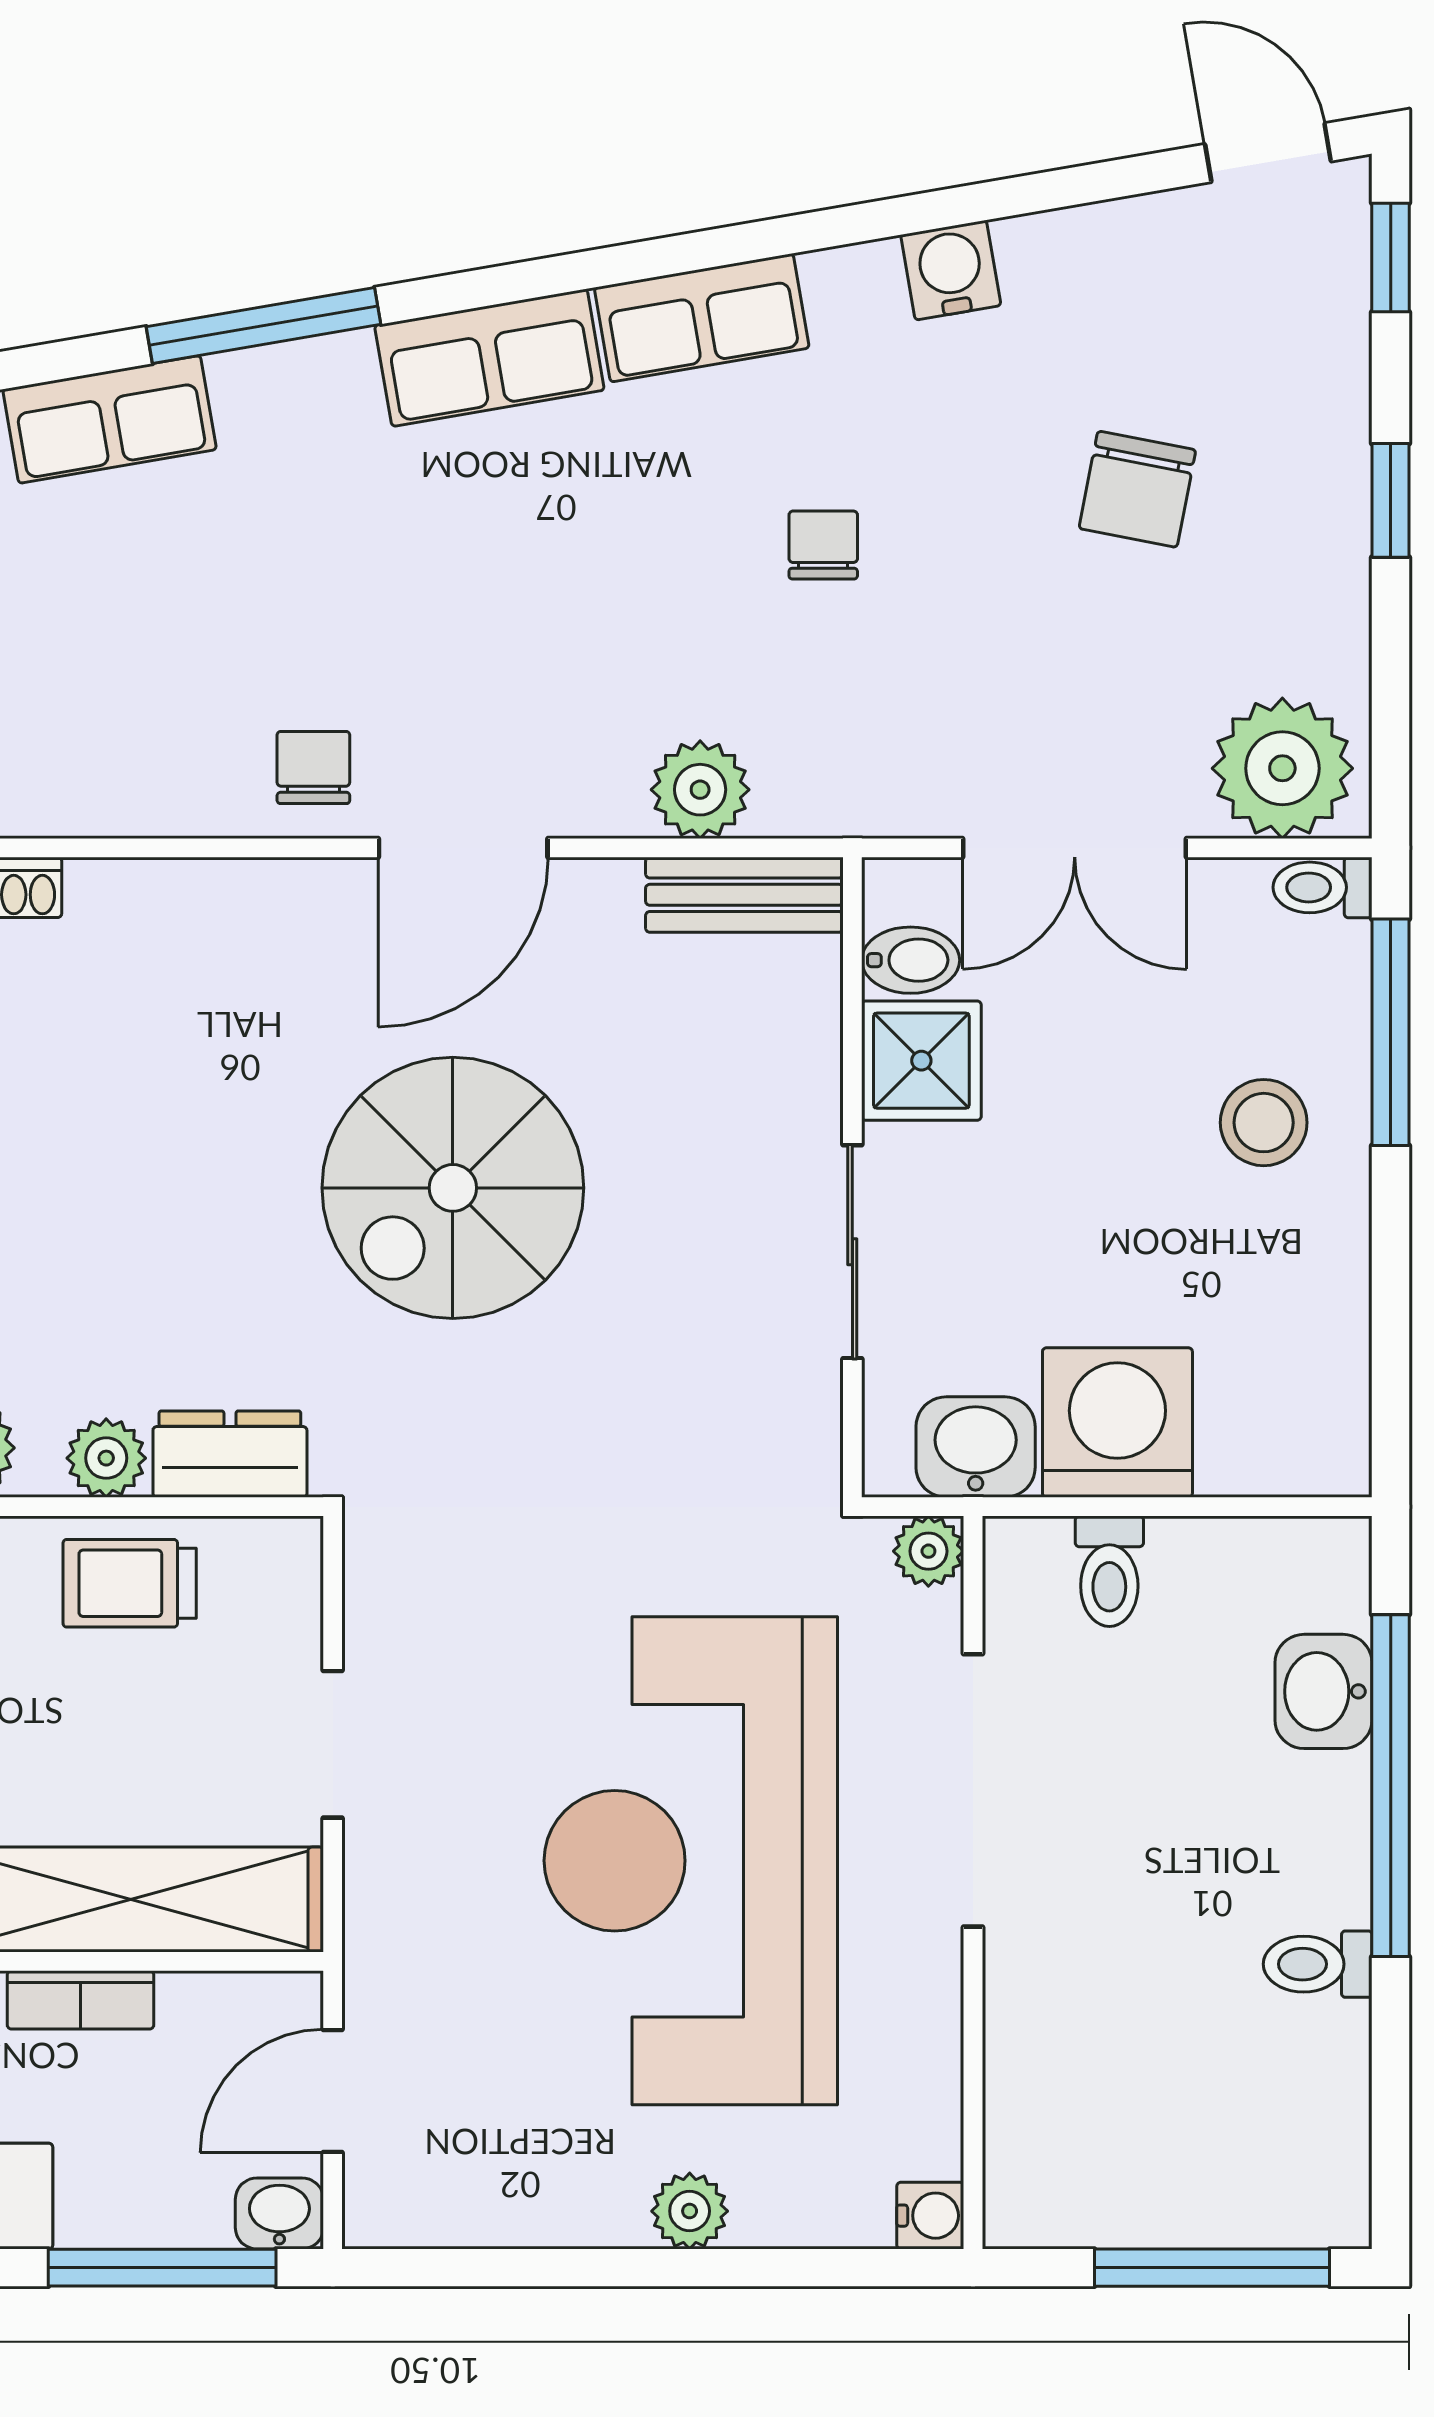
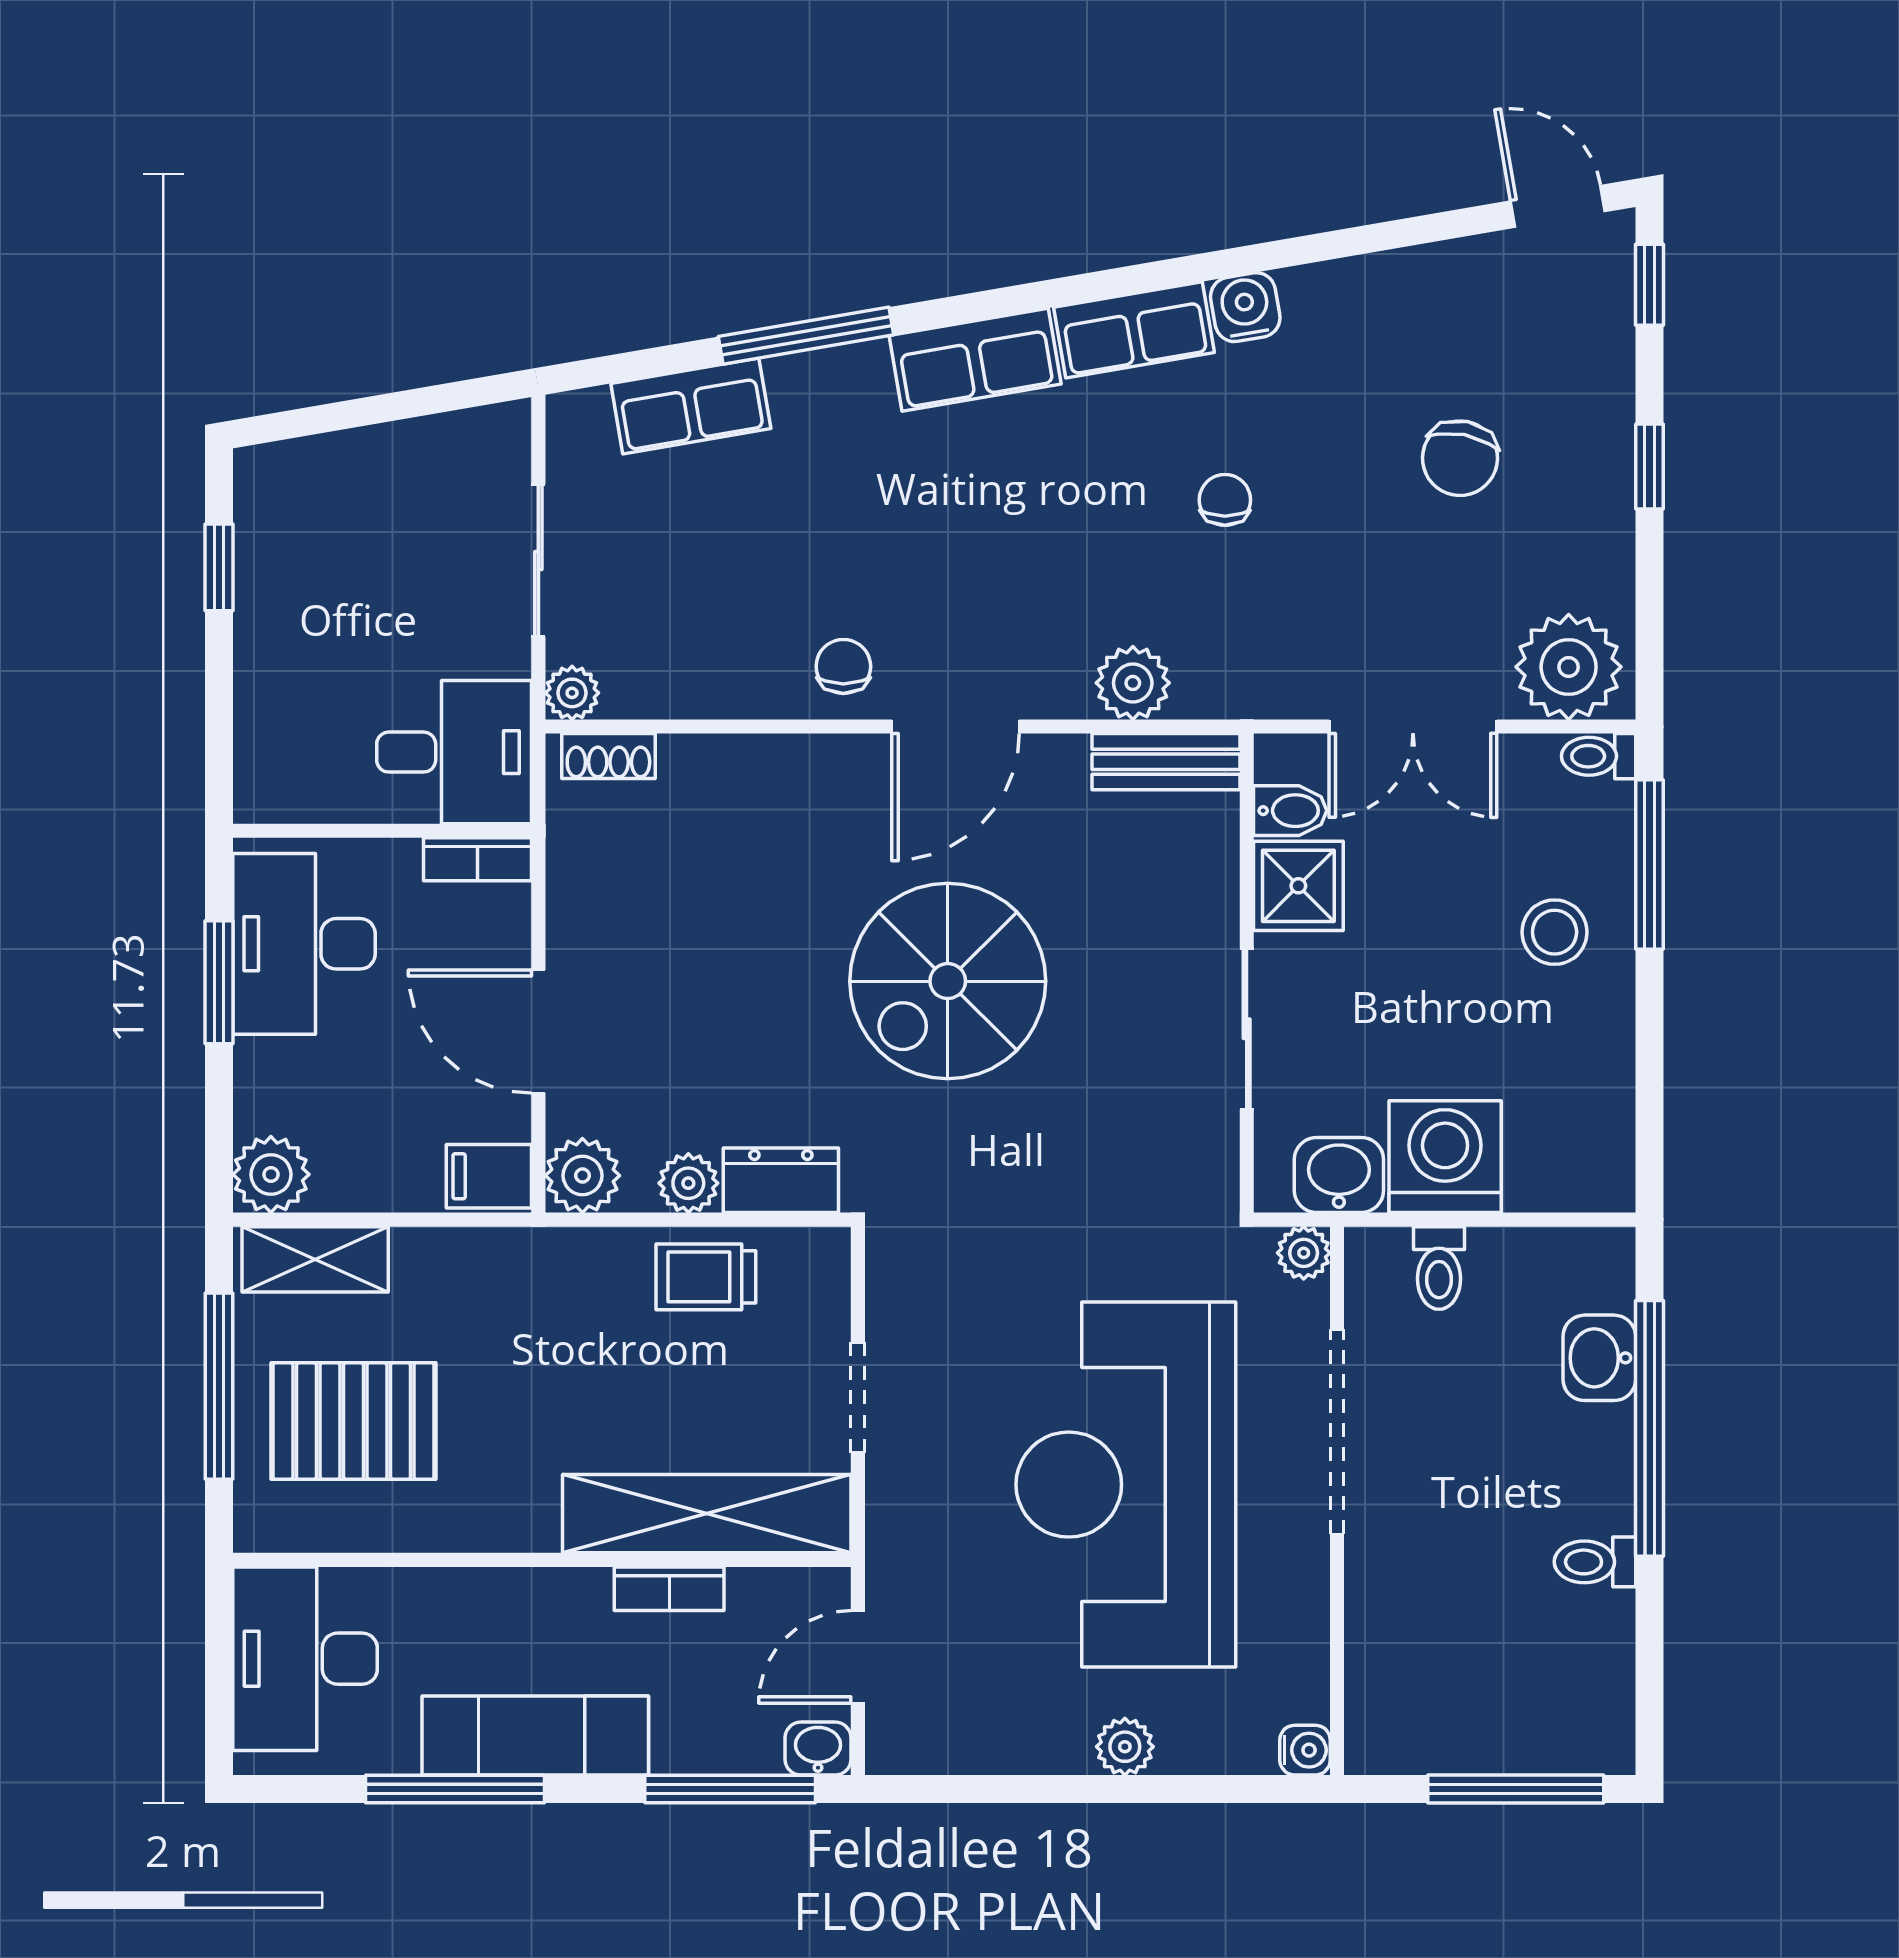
water cooler: (951, 270) -> (1245, 307), moved

